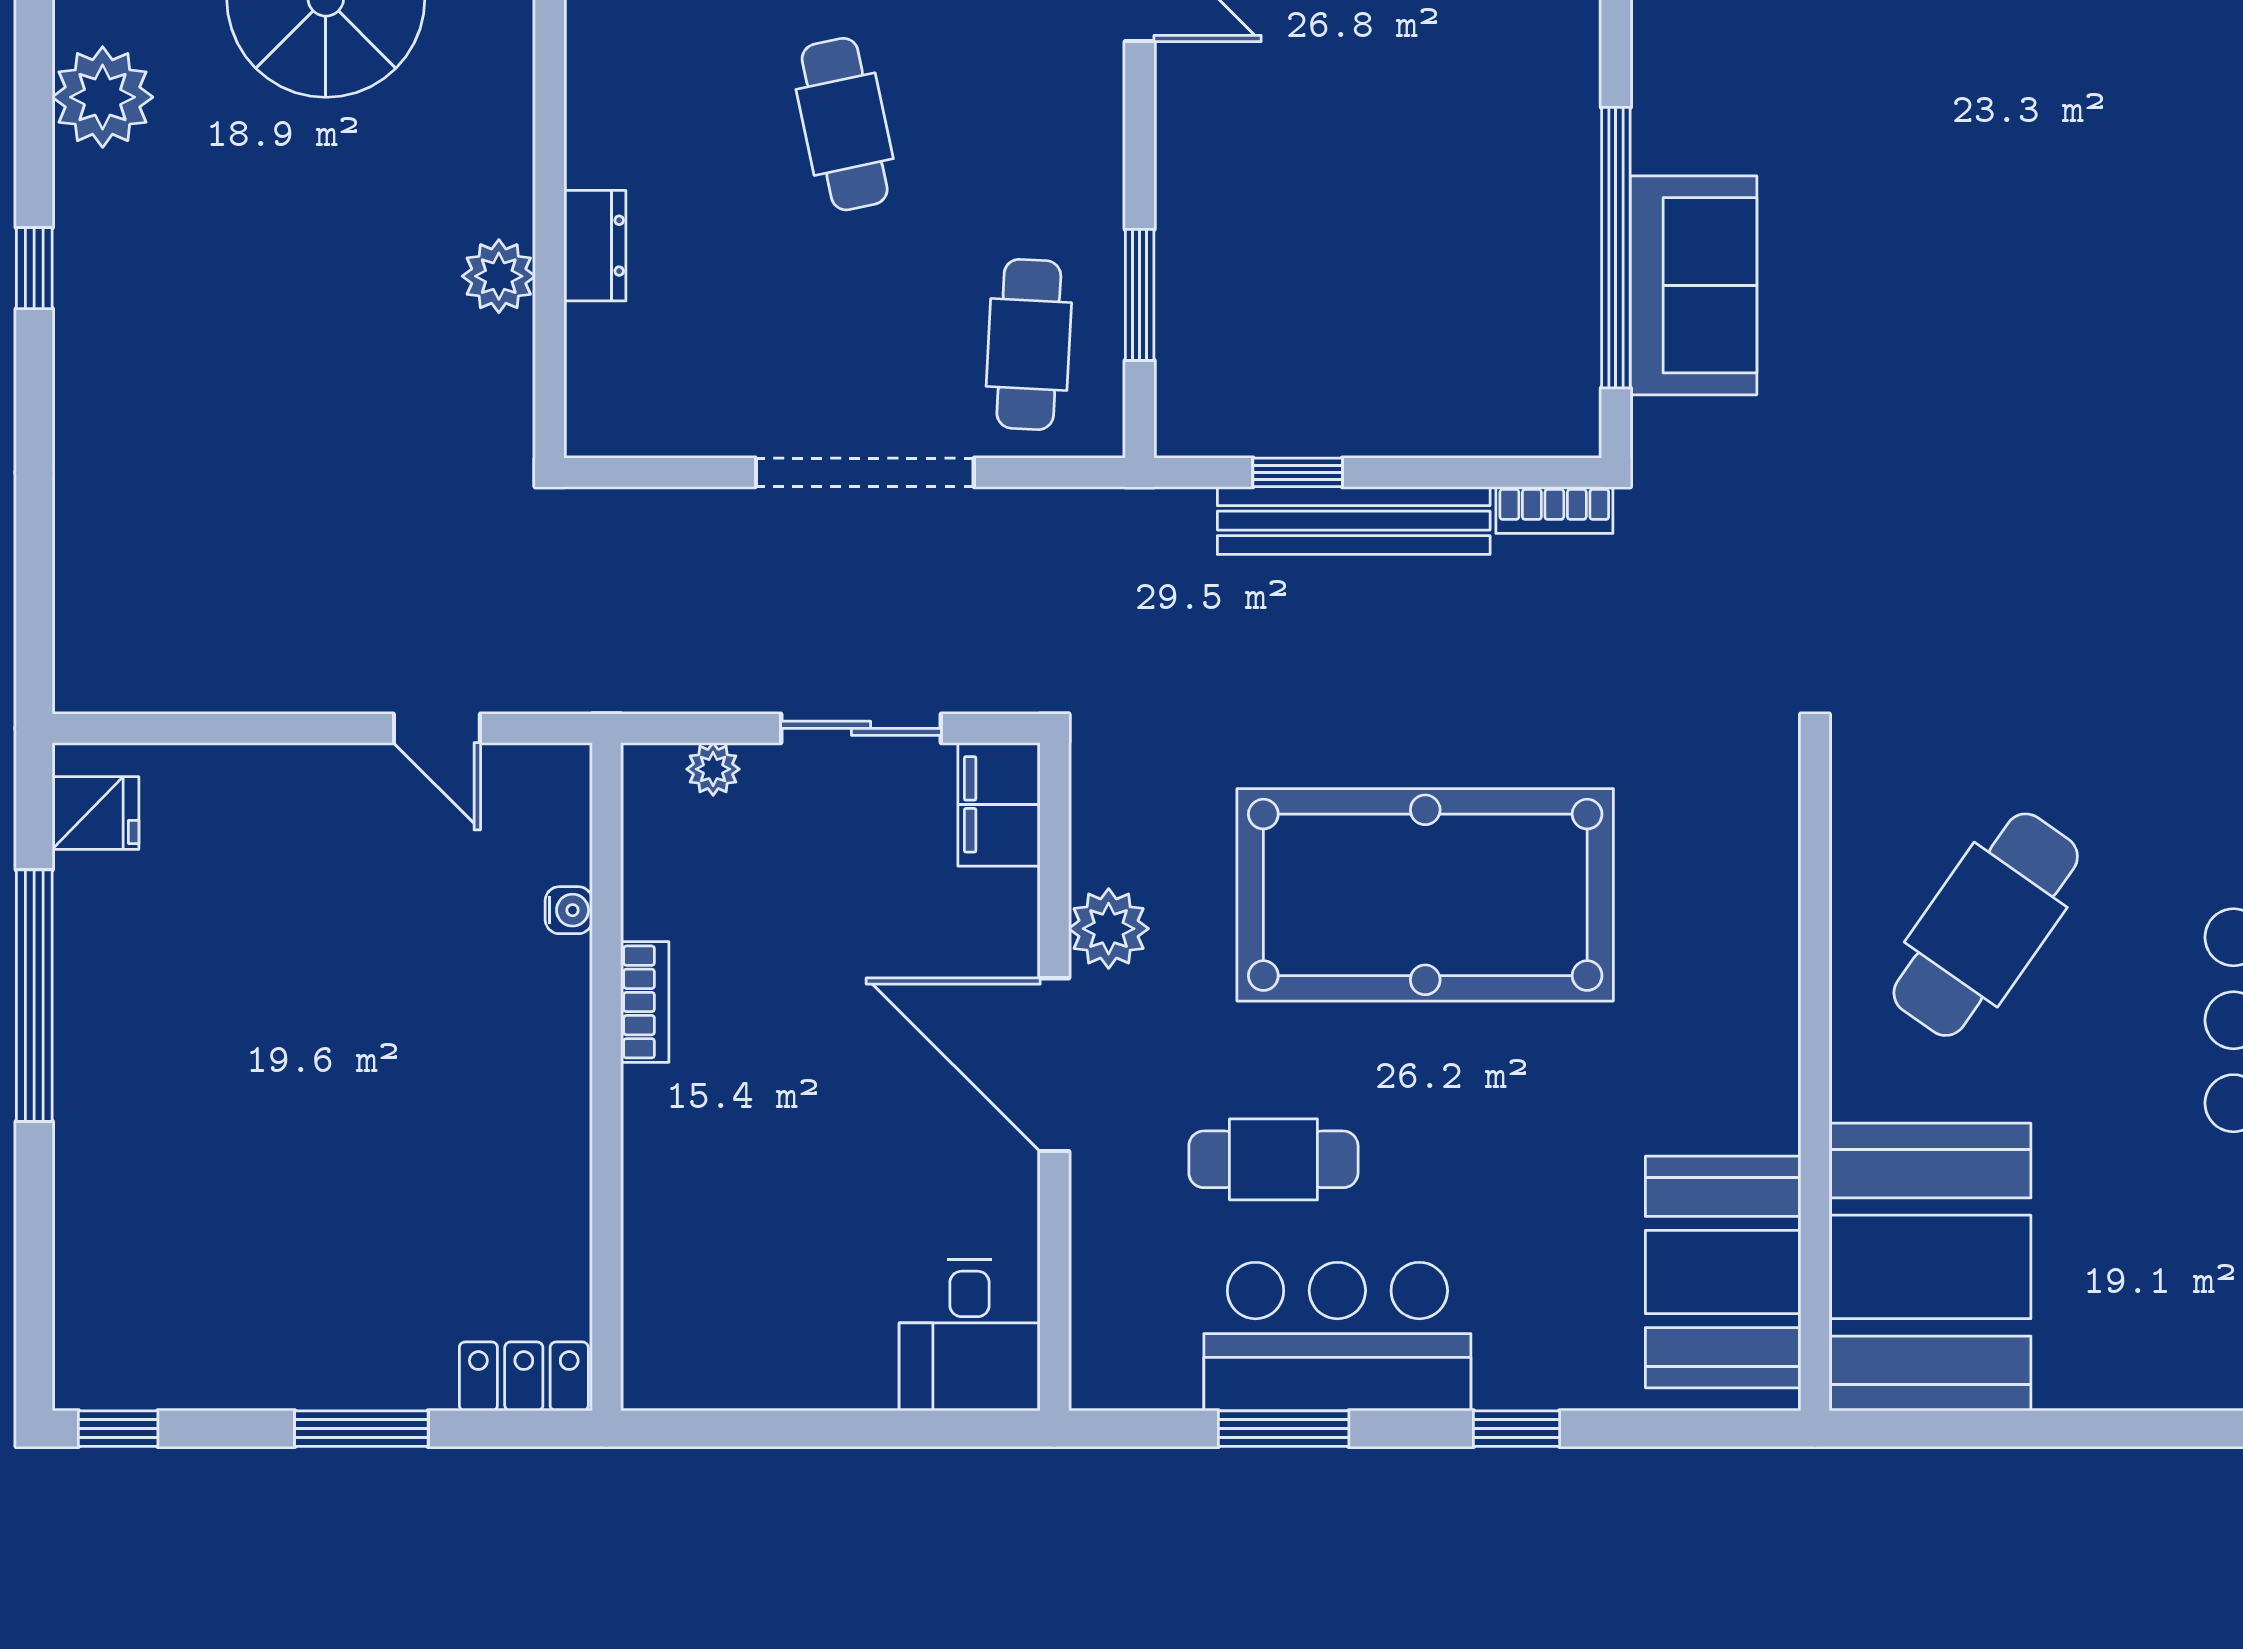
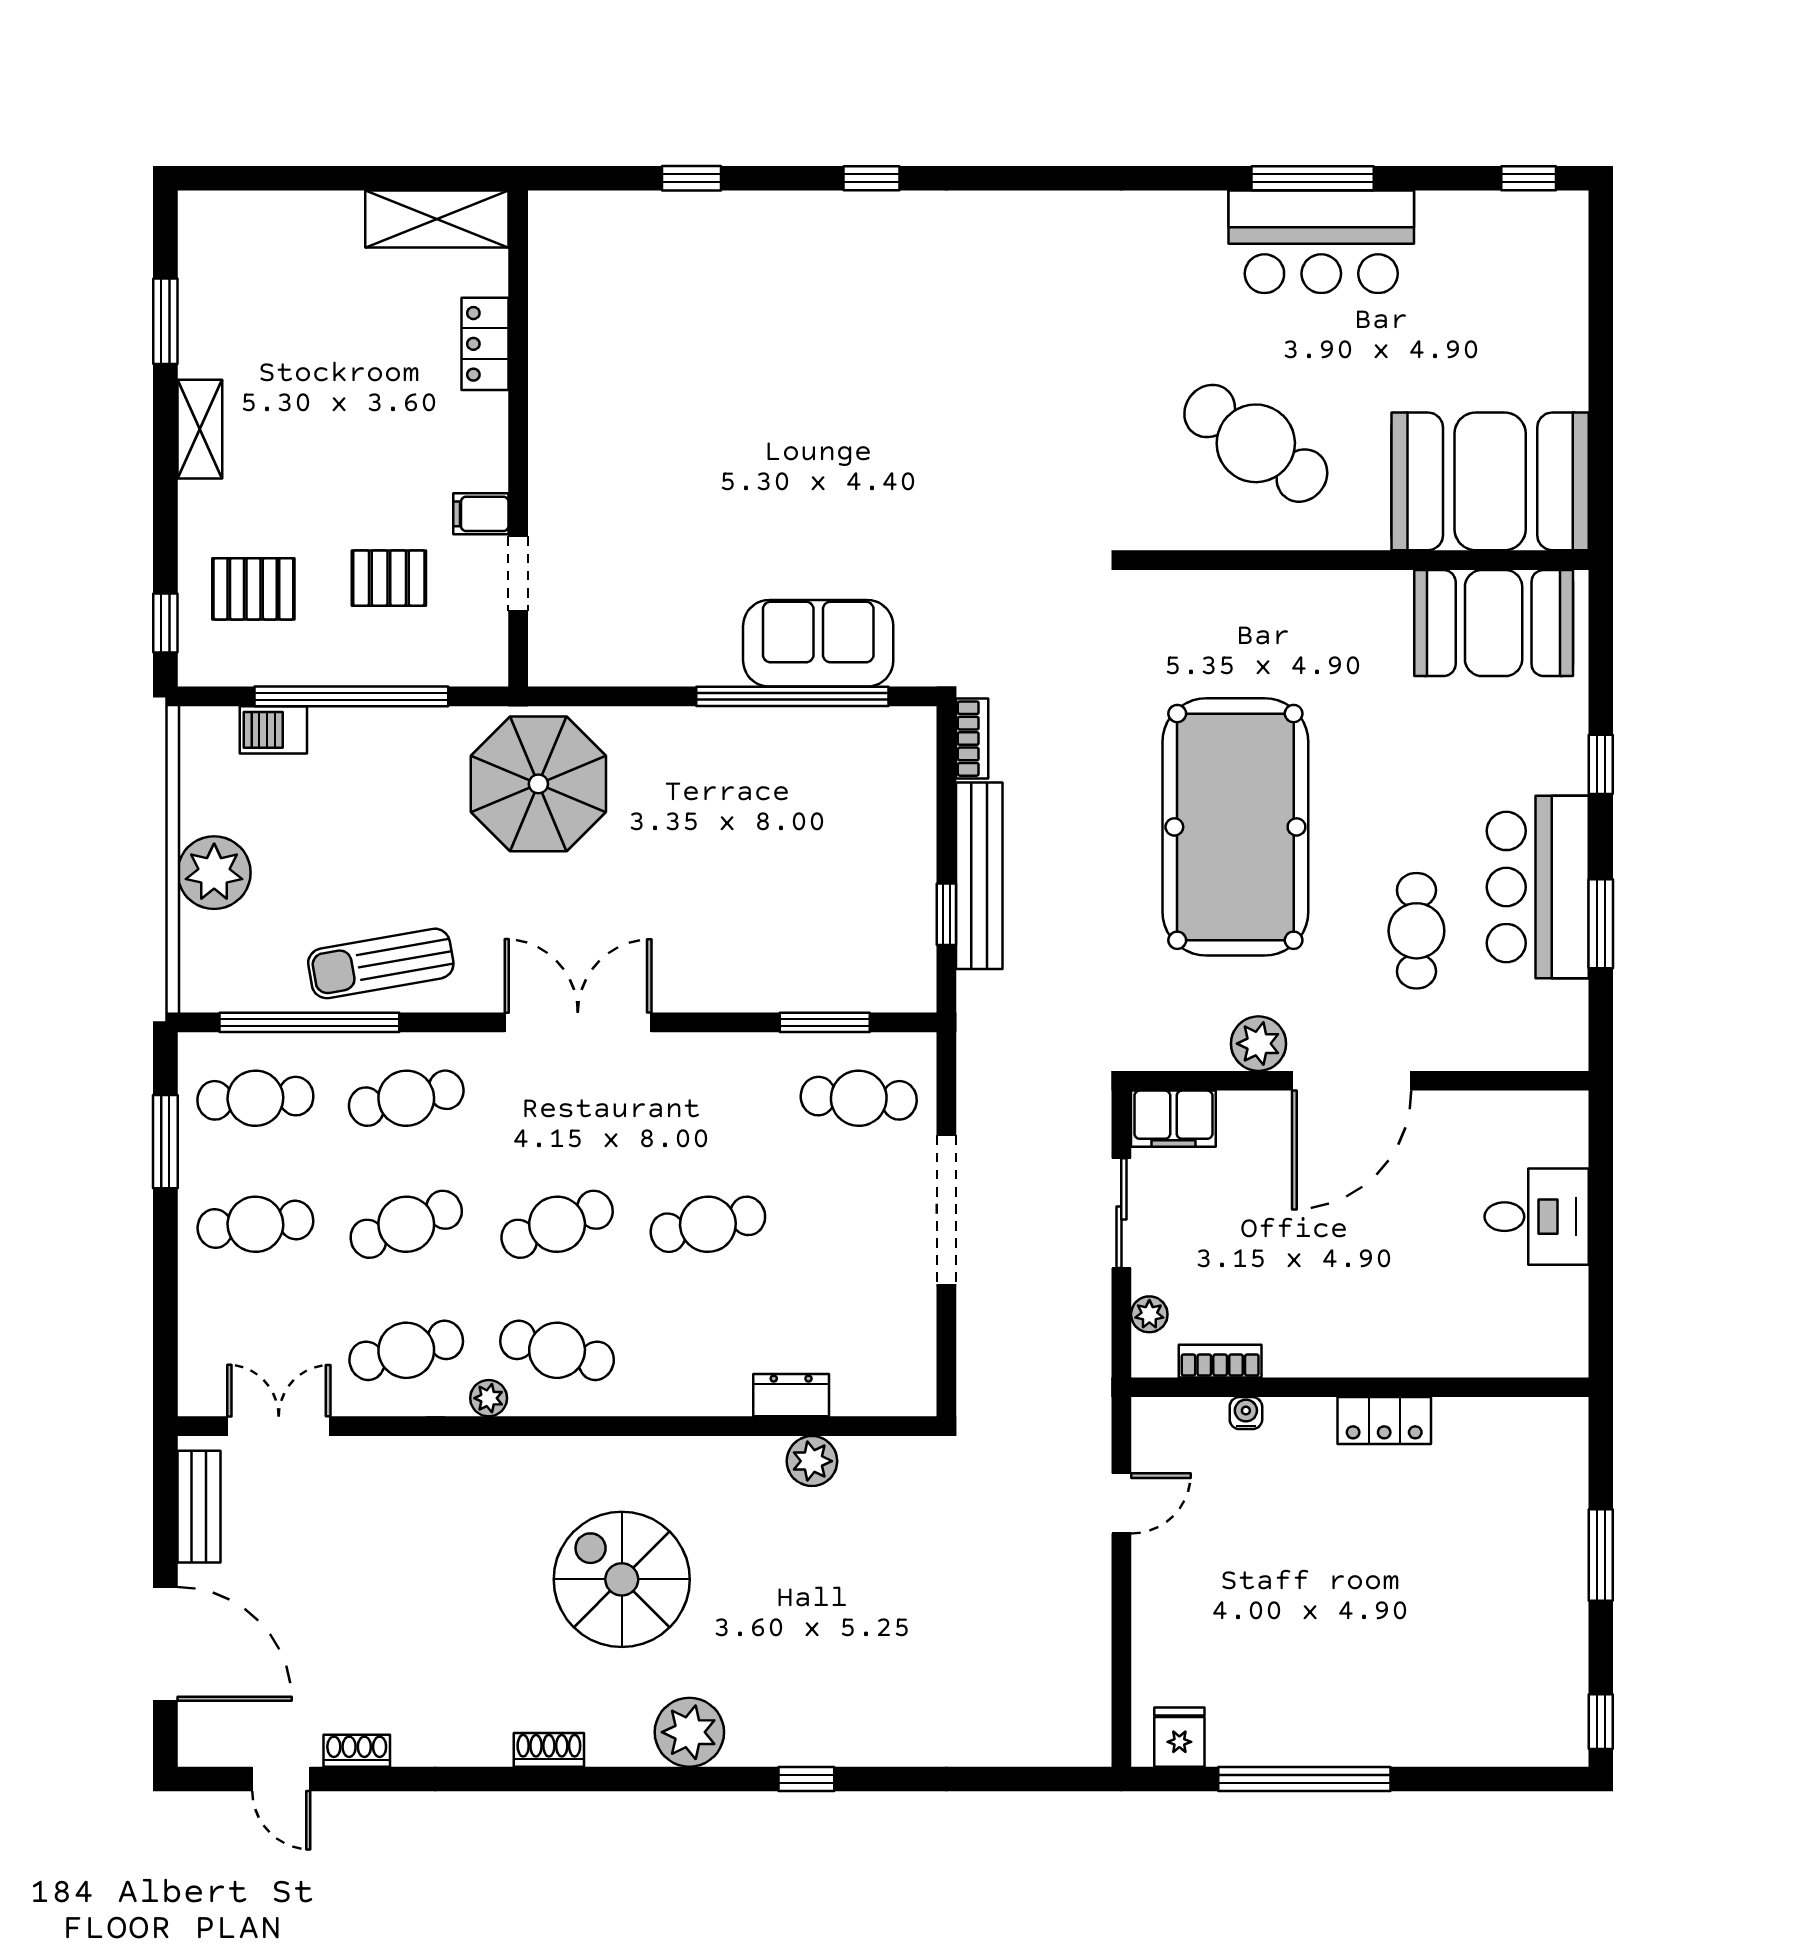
bookcase: (645, 1002) -> (1220, 1361), moved
desk: (970, 1335) -> (1537, 1217), moved
locker: (524, 1376) -> (1384, 1421), moved, turned -90

